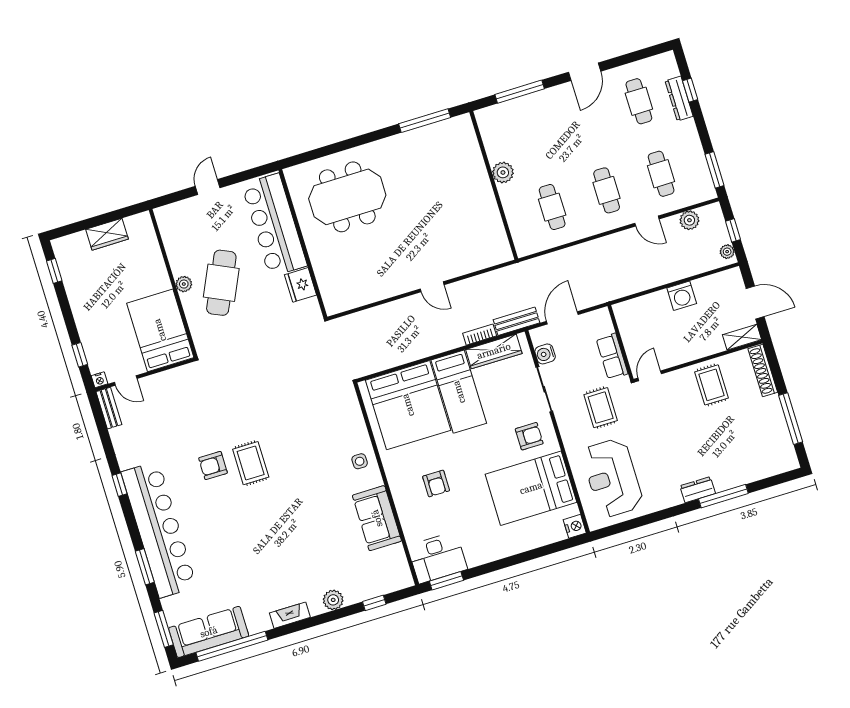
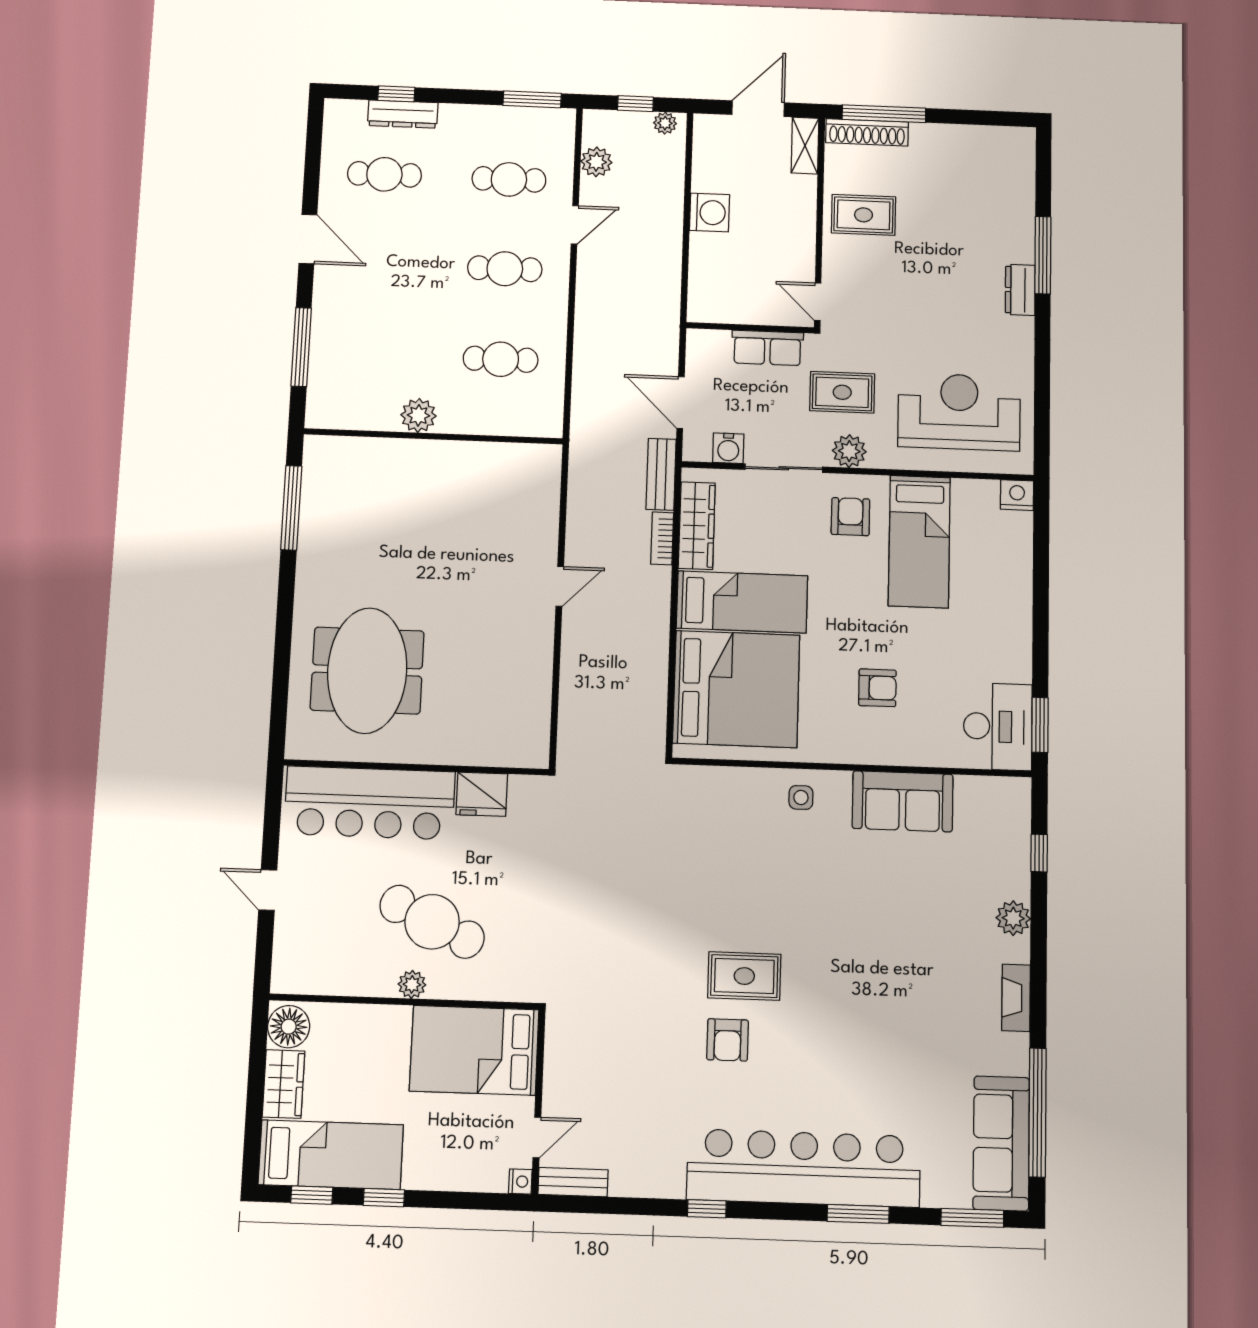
floor lamp: (138, 226) -> (289, 1027), added
bed: (79, 273) -> (331, 1155), added
window: (80, 355) -> (384, 1198), moved
window: (791, 419) -> (884, 114), moved
plant: (567, 423) -> (849, 451), added
reception desk: (612, 478) -> (959, 412), turned 180
bed: (531, 488) -> (919, 541), width x0.67

